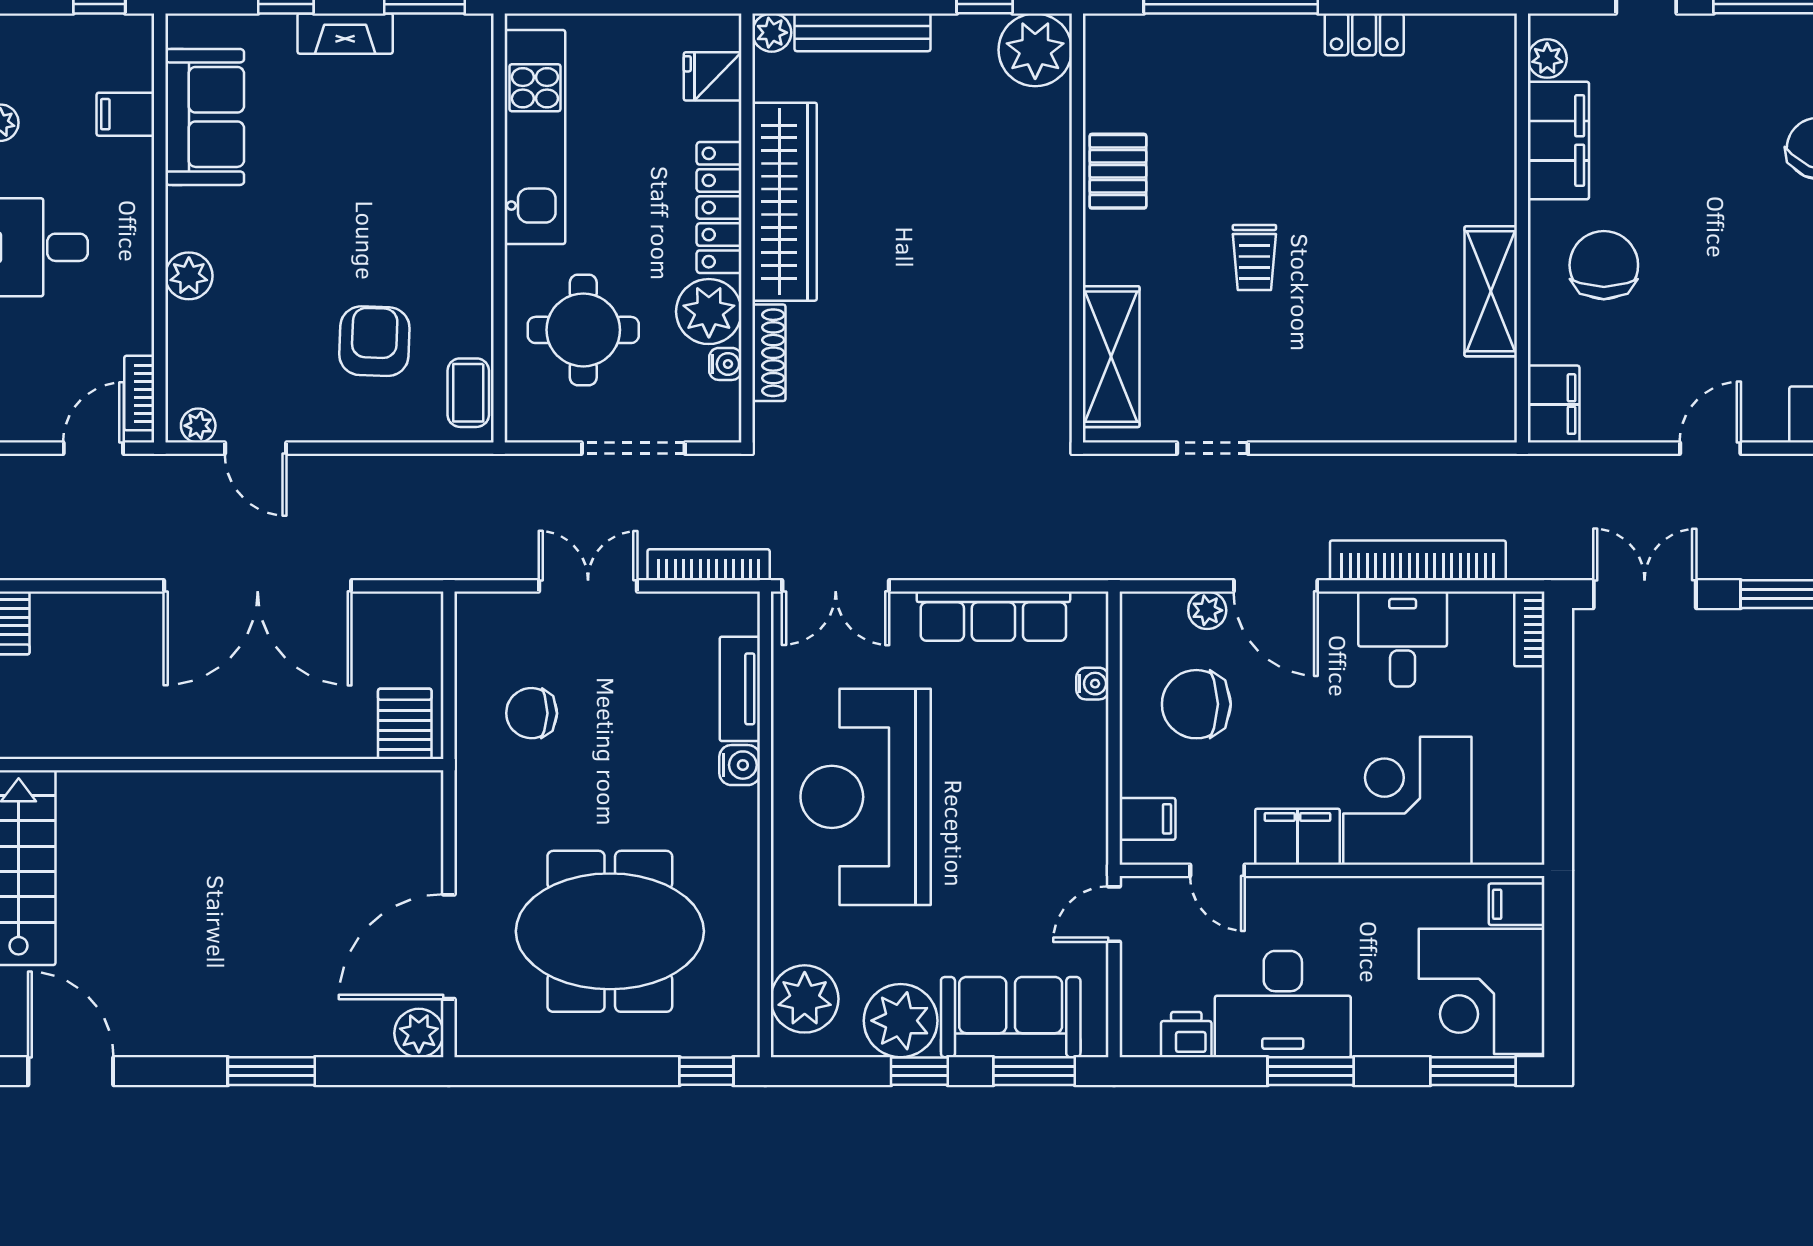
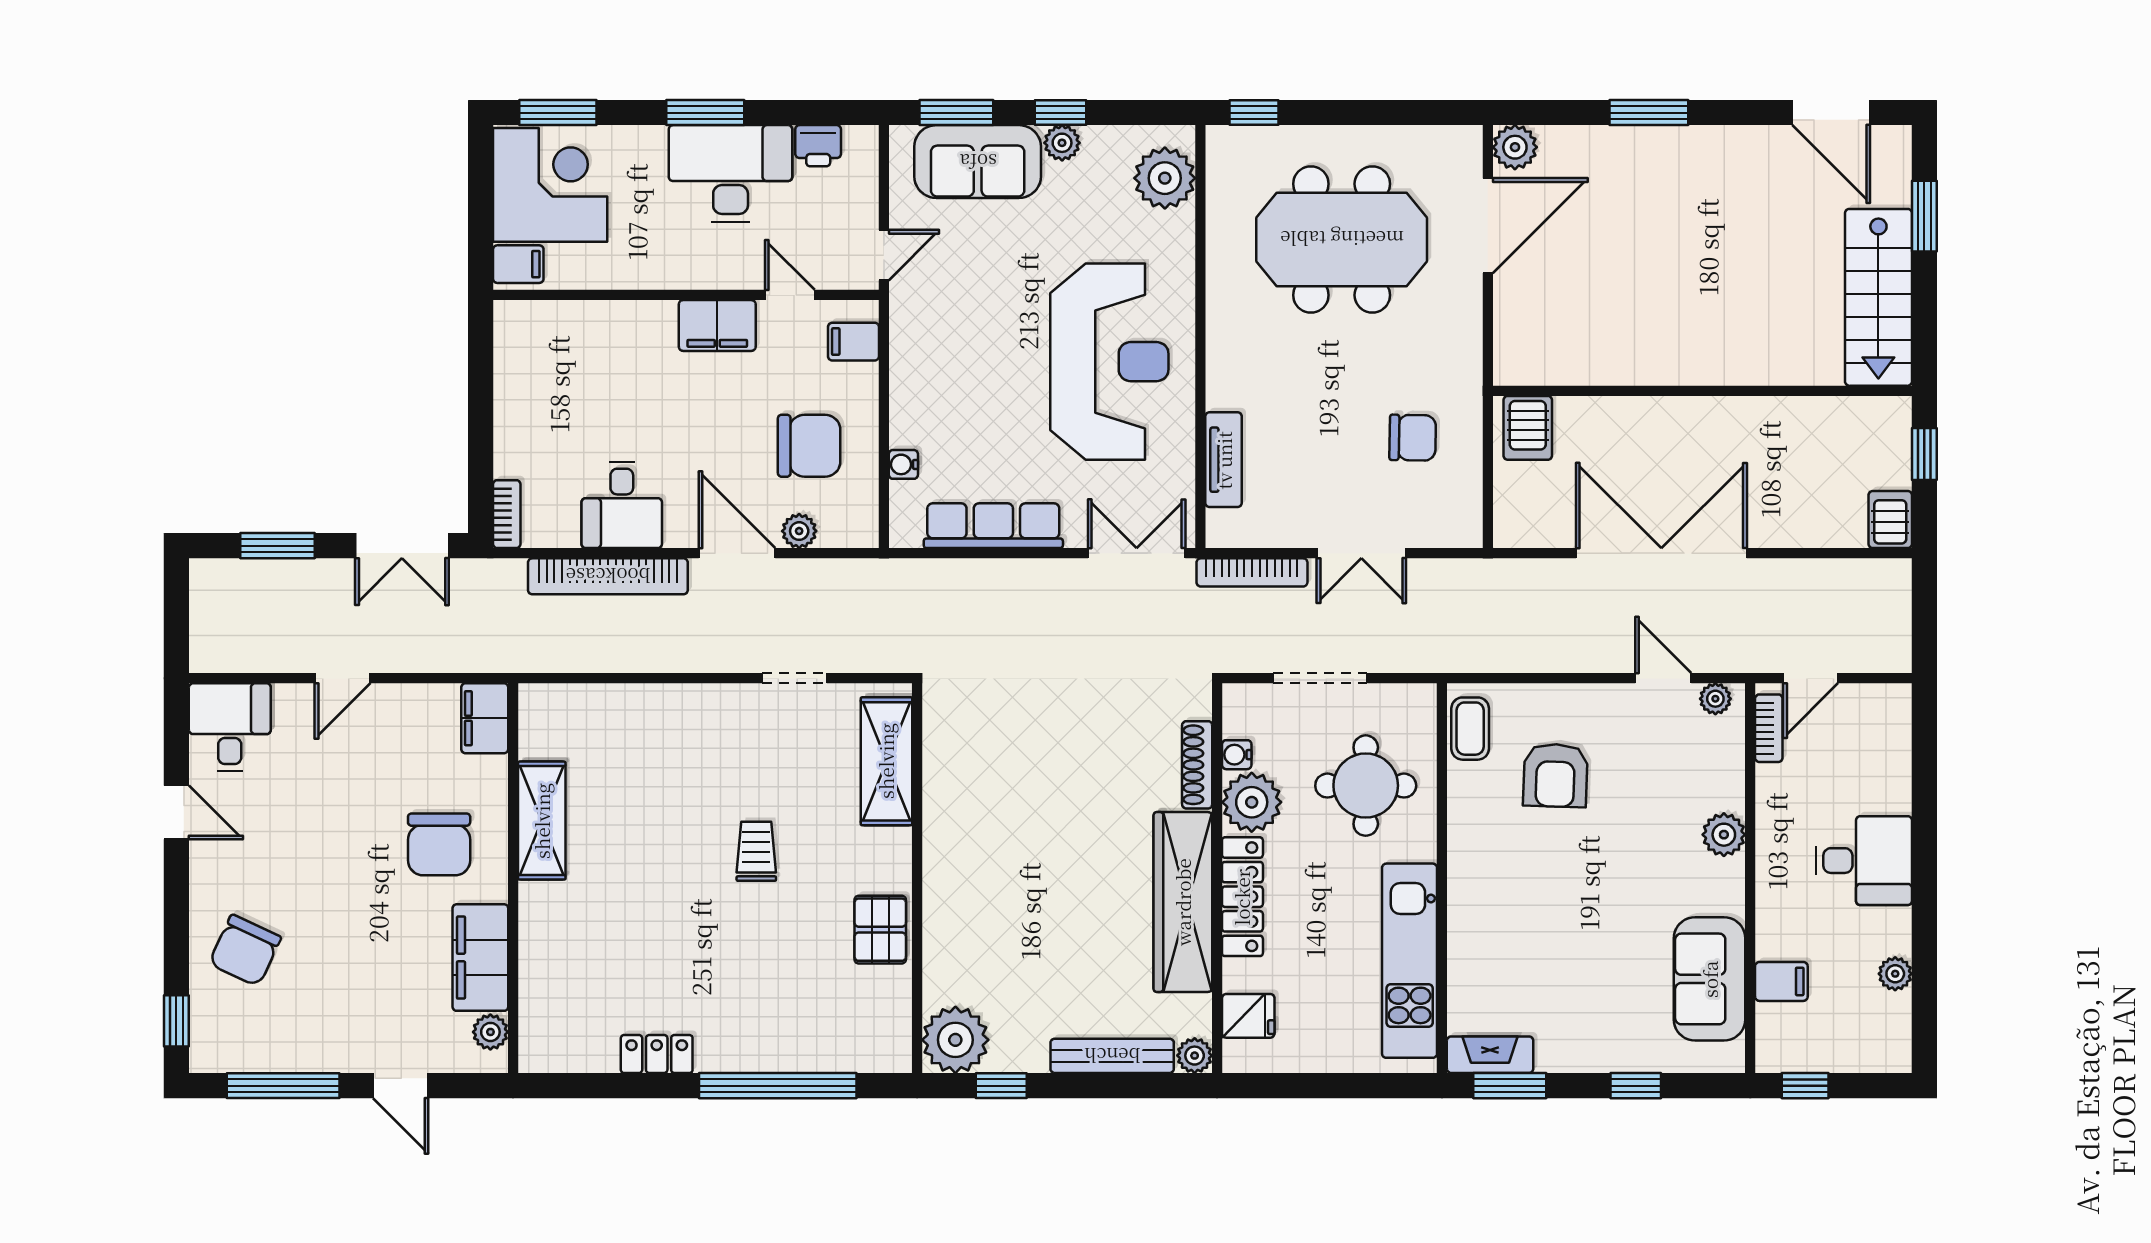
fireplace: (345, 34) -> (1490, 1055), moved
water cooler: (740, 765) -> (1224, 390), removed
corner desk: (1407, 801) -> (617, 358), removed
plant: (901, 1021) -> (1062, 143), width x0.53, depth x0.53

